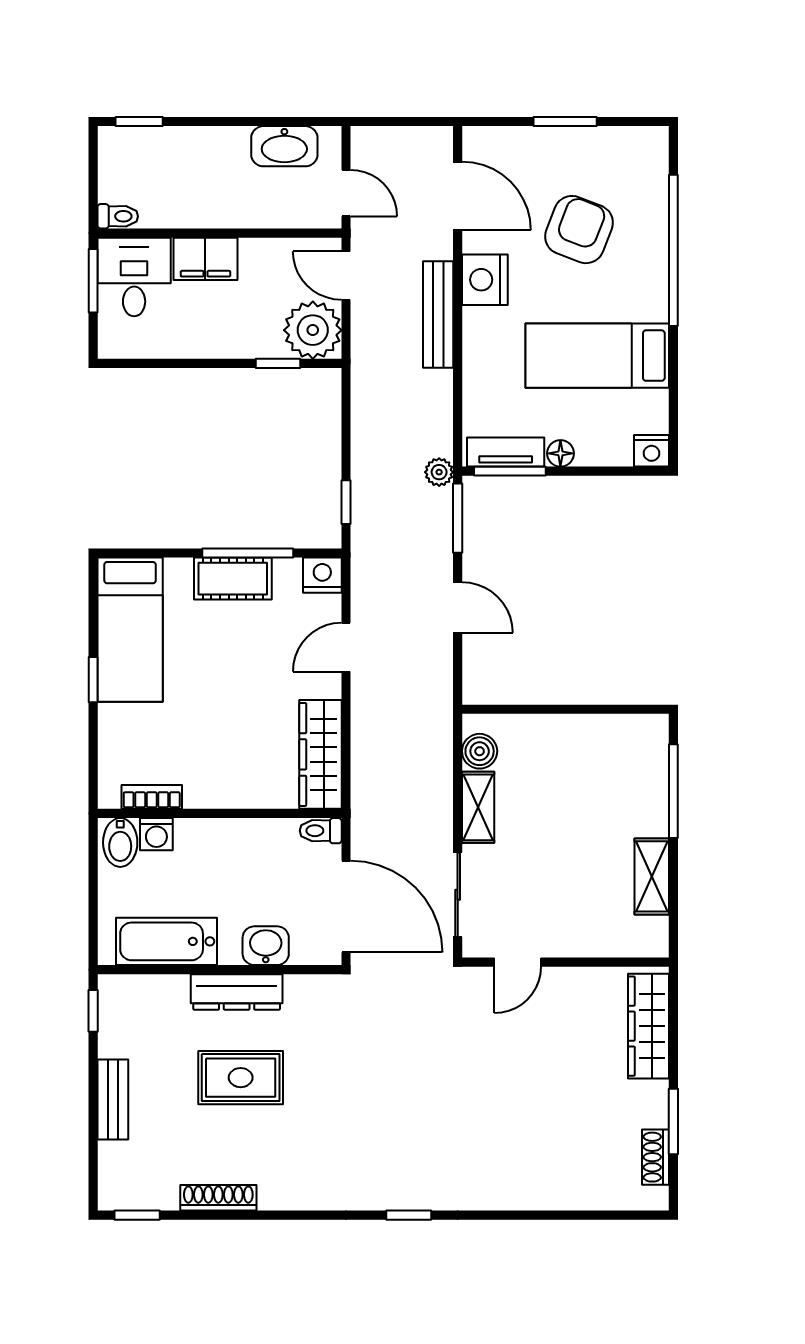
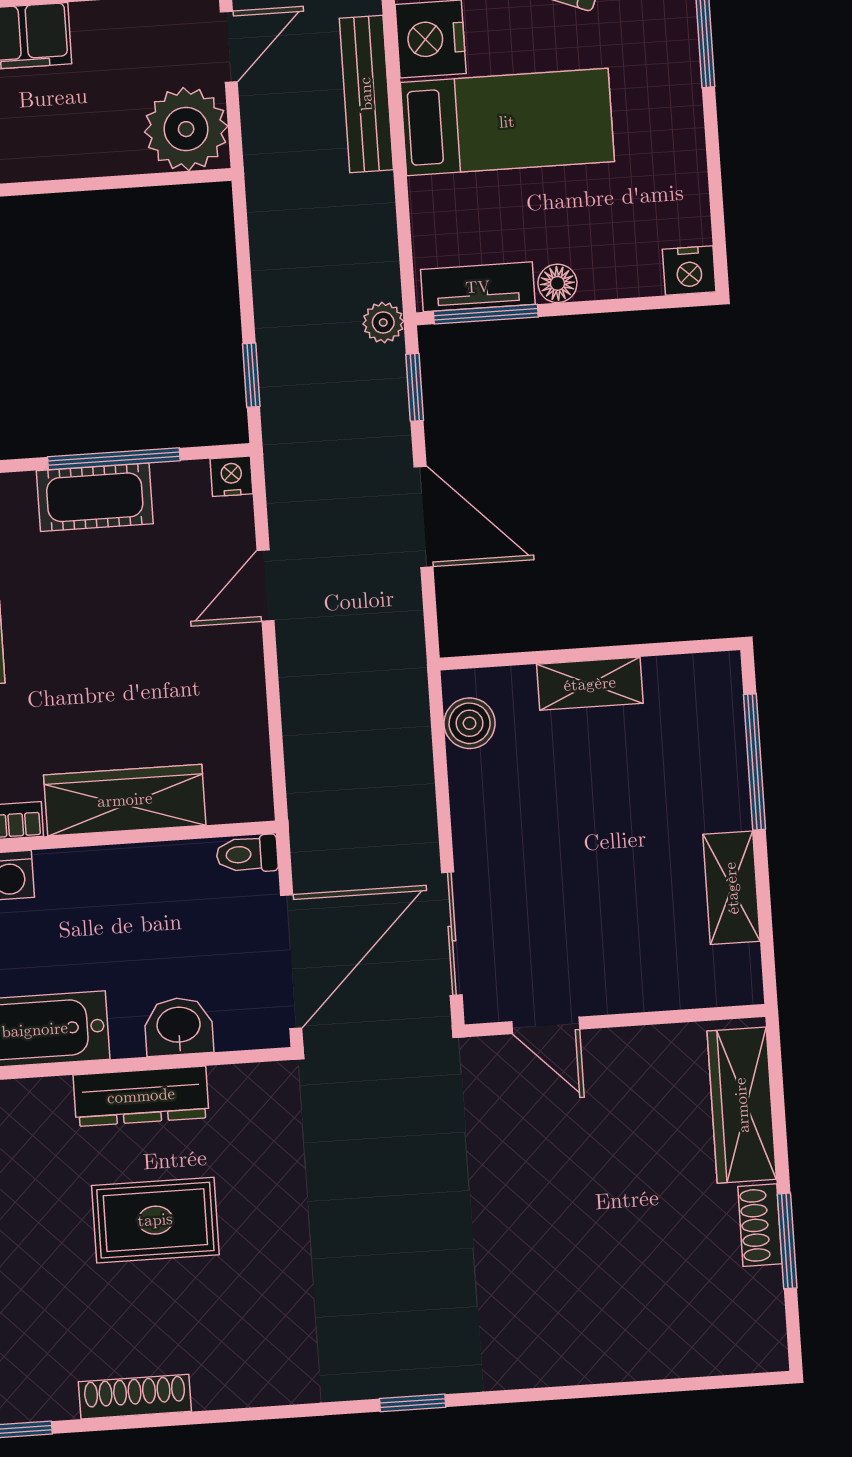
door: (346, 276) -> (229, 47), swing flipped
bed: (597, 356) -> (507, 122), moved, turned 180
window: (278, 363) -> (139, 181), removed
window: (458, 518) -> (415, 387), width x0.67
nightstand: (322, 575) -> (231, 476), width x0.72, depth x0.74
door: (458, 607) -> (423, 517), width x1.38
wardrobe: (320, 754) -> (125, 800), moved, turned 90
shelving: (478, 807) -> (590, 684), moved, turned 90
door: (346, 906) -> (291, 962), hinge flipped
door: (518, 962) -> (546, 1025), hinge flipped
shoe rack: (655, 1157) -> (760, 1225), moved

